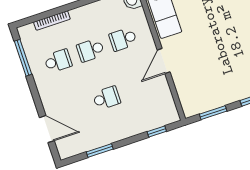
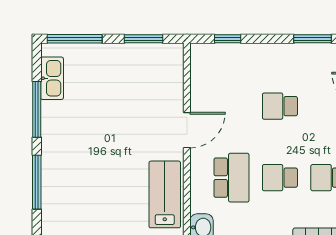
school desk: (123, 39) -> (231, 178), width x1.85
school desk: (91, 50) -> (280, 178), turned 180

